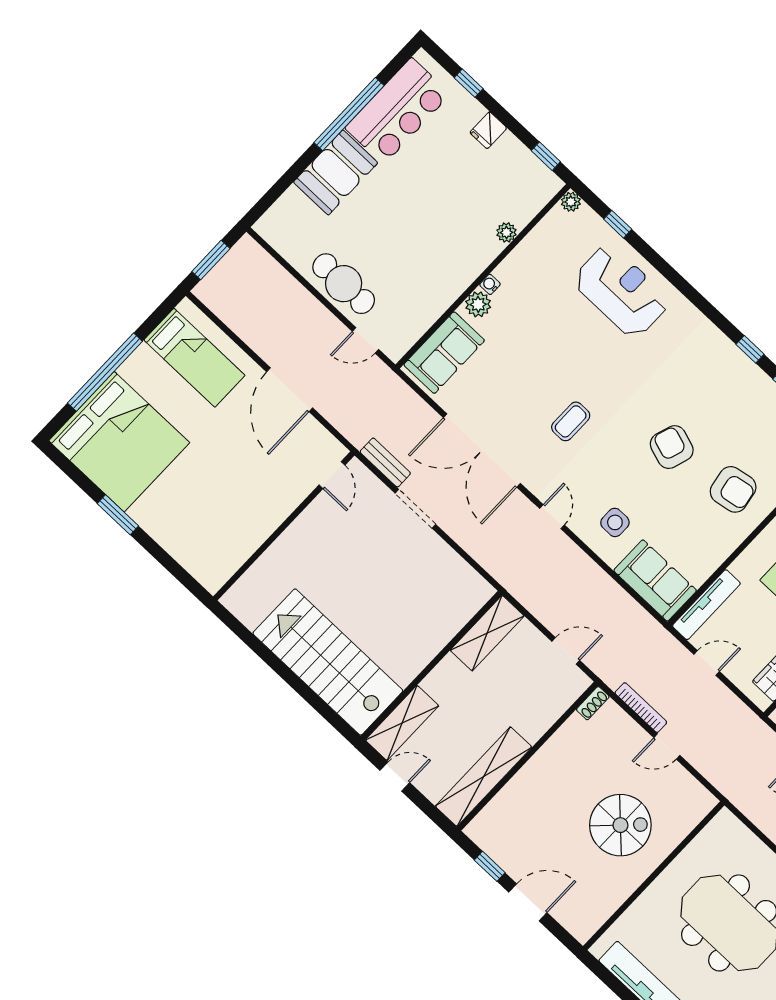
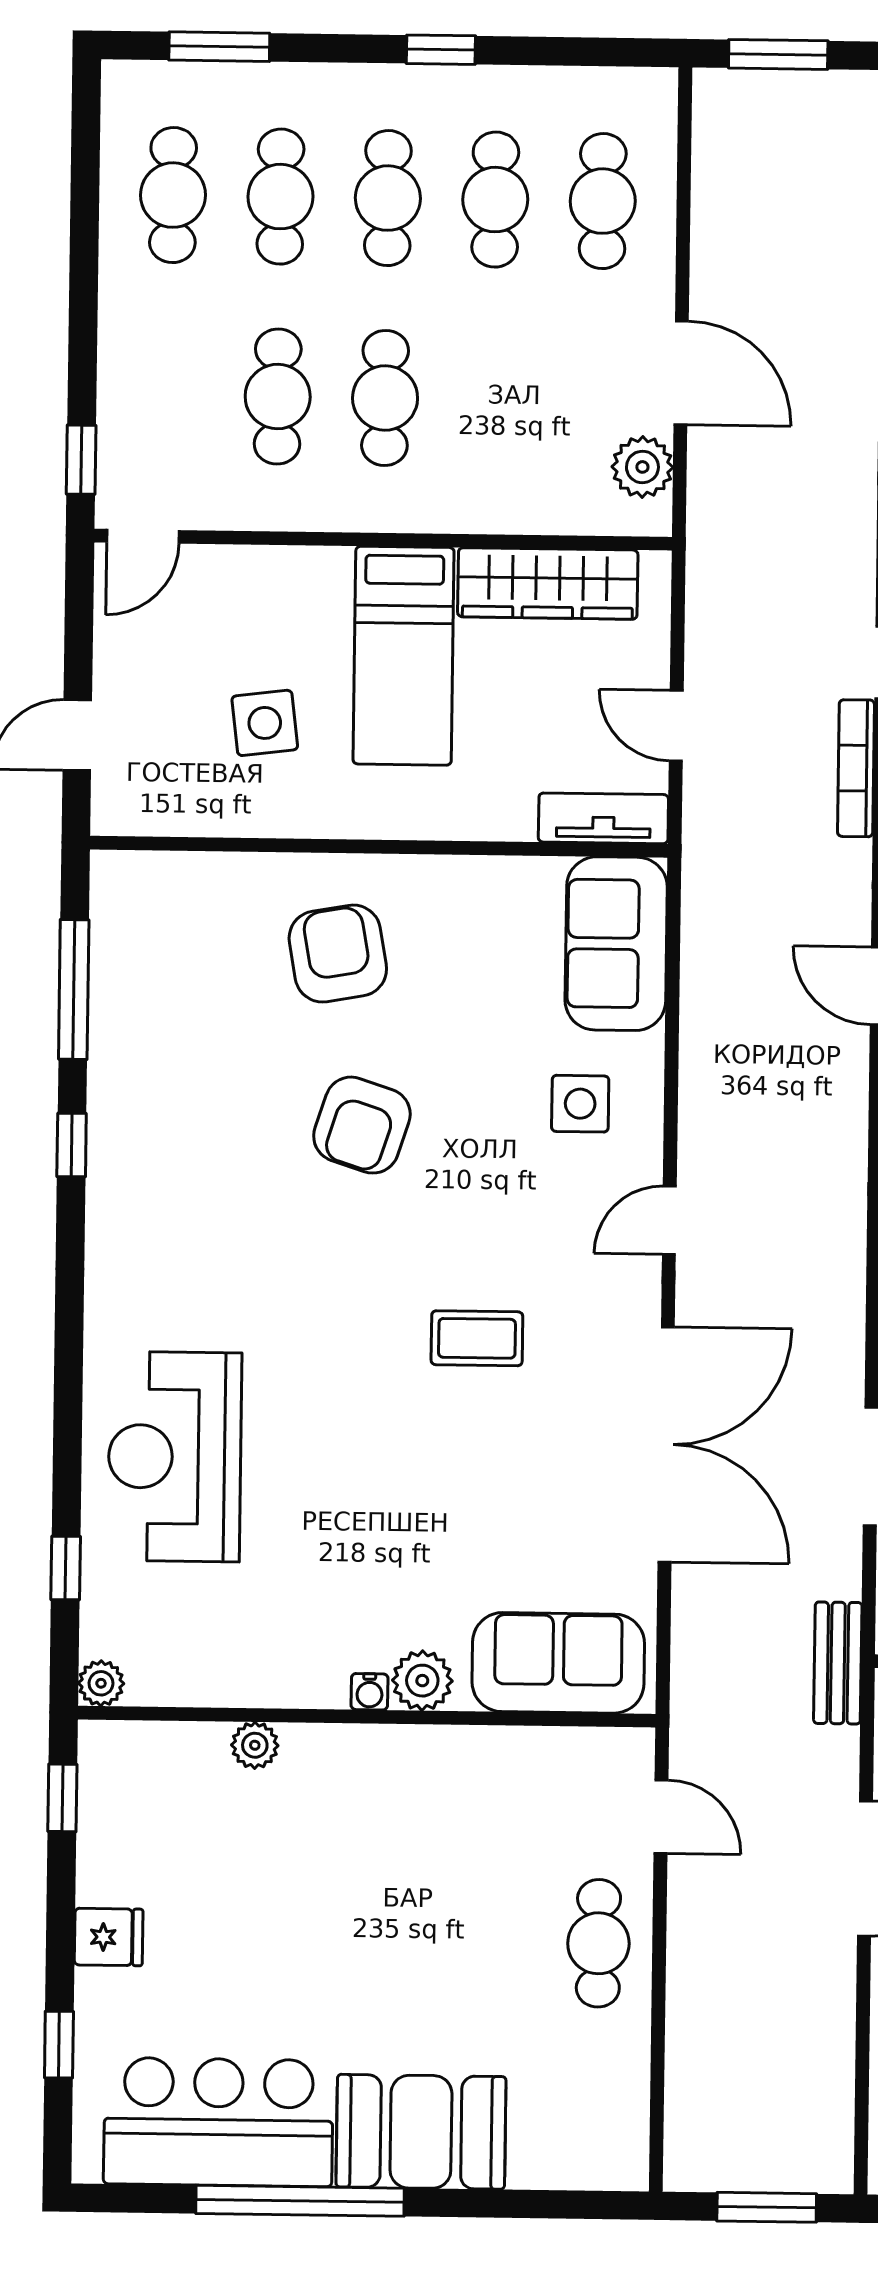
cafe table: (344, 284) -> (598, 1943), width x0.73, depth x0.74
bench: (385, 462) -> (838, 1663), moved
tv unit: (706, 605) -> (603, 818), width x0.71

